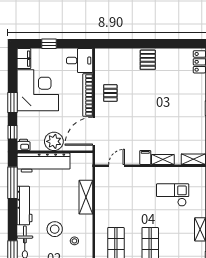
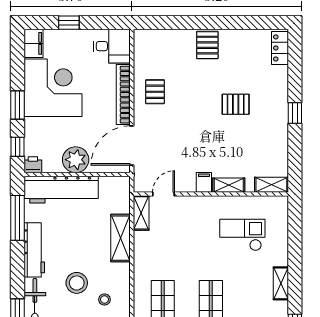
pallet: (168, 102) -> (236, 104), added
shelving: (101, 179) -> (141, 213), added

